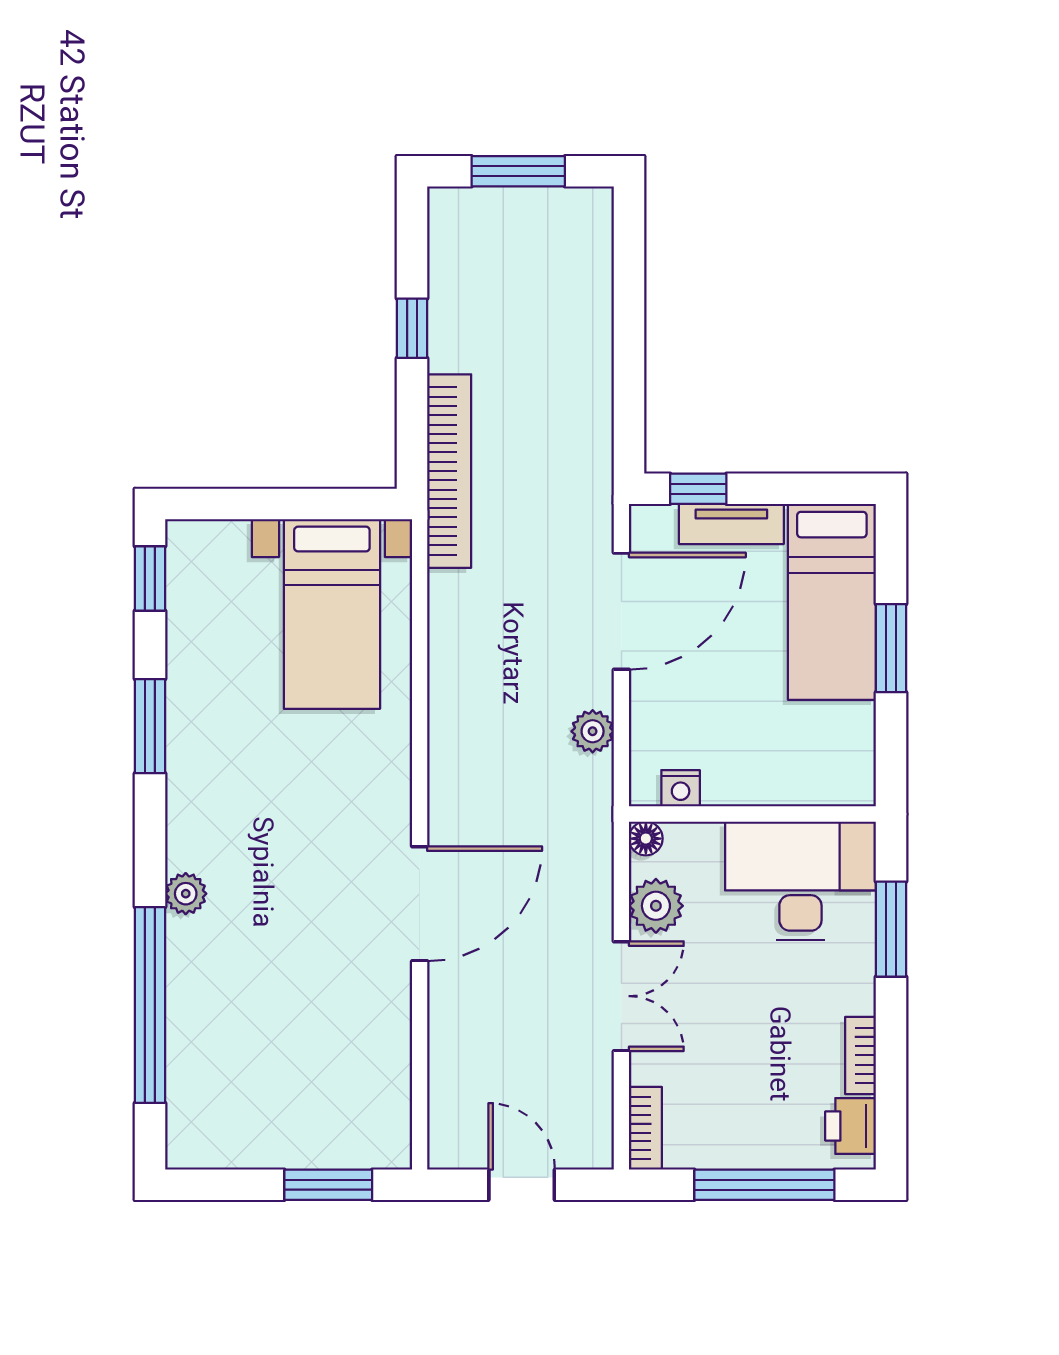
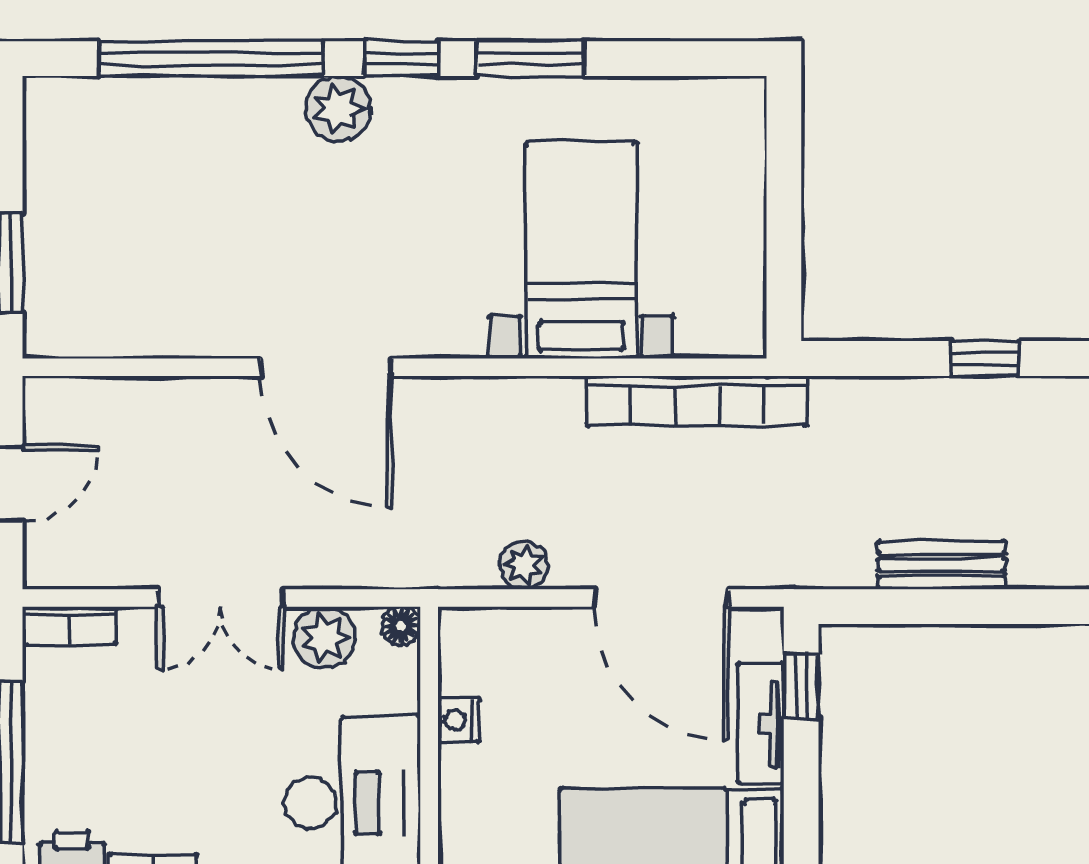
bench: (592, 366) -> (941, 565), added
bookcase: (449, 471) -> (697, 401), moved
window: (150, 578) -> (401, 59), moved
bed with nightstands: (332, 614) -> (581, 250), moved, turned 90
nightstand: (681, 788) -> (459, 720), moved
plant: (186, 894) -> (338, 108), width x1.38, depth x1.38

